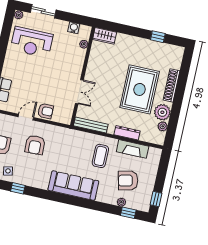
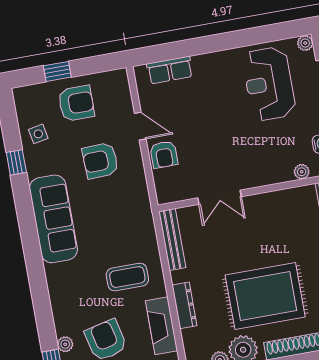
sofa: (73, 186) -> (53, 219), moved

